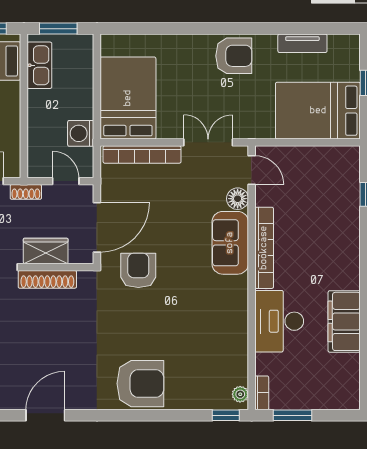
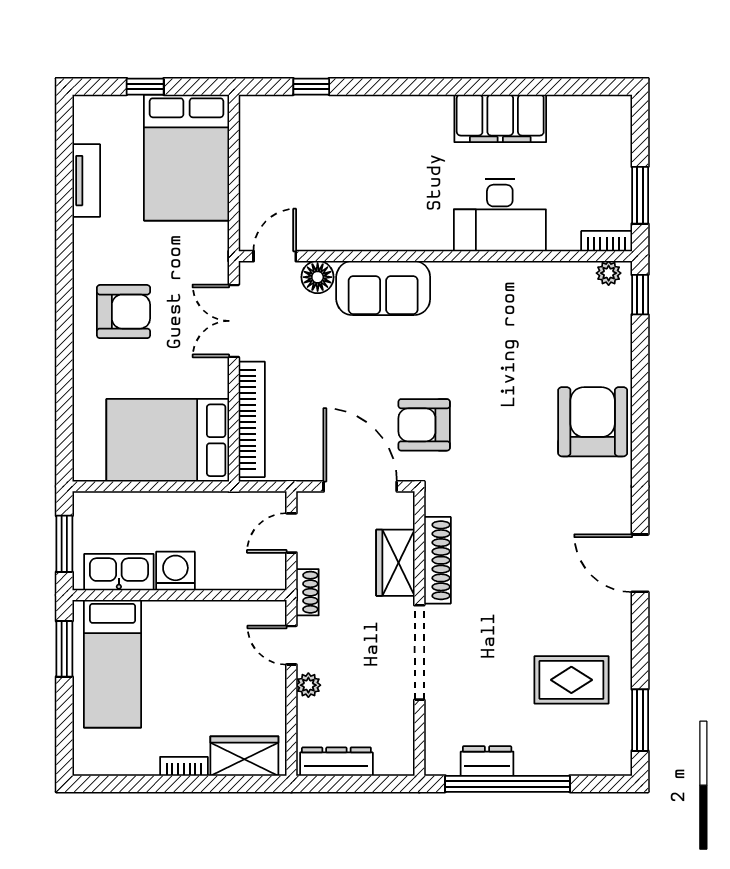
armchair: (234, 56) -> (123, 312), moved, turned 90
washing machine: (81, 133) -> (175, 571), moved, turned 180
bookcase: (264, 248) -> (391, 238), removed

